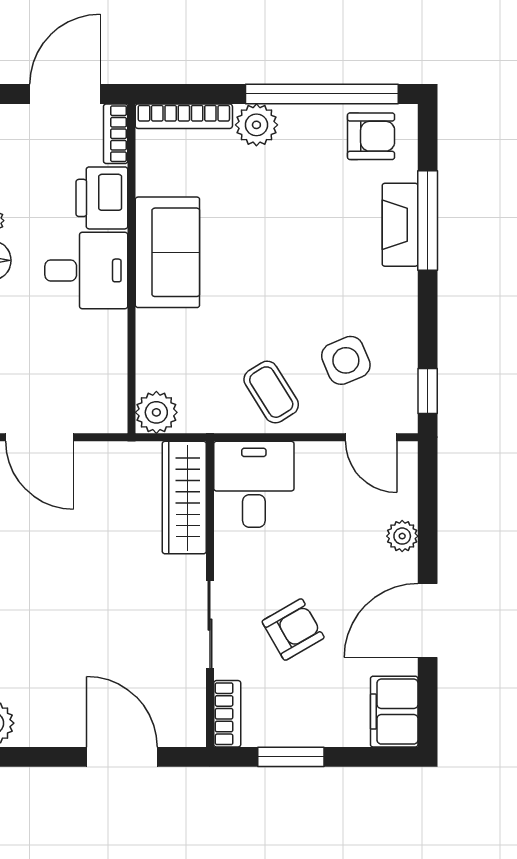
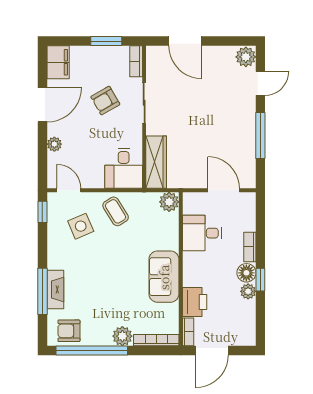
desk: (86, 270) -> (202, 233), moved

